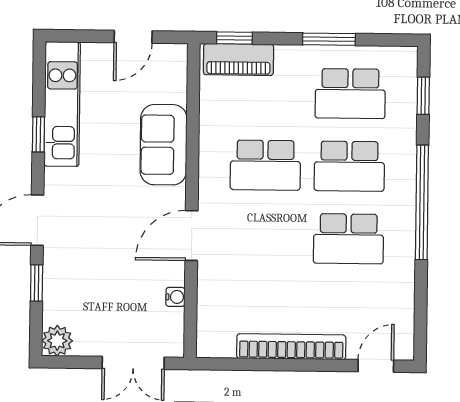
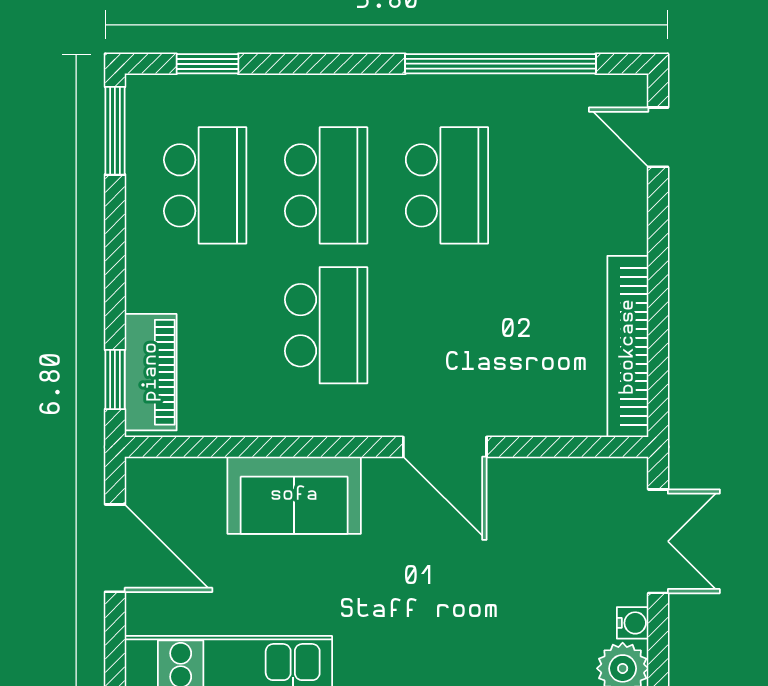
door: (133, 37) -> (115, 548), width x1.38
window: (329, 39) -> (115, 131), moved
window: (422, 202) -> (501, 64), moved
water cooler: (175, 297) -> (633, 623), moved, turned 90
bookcase: (291, 347) -> (628, 347), moved

